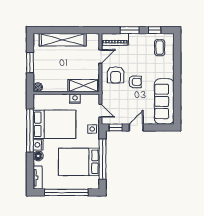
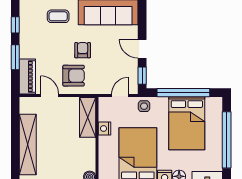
coffee table: (160, 48) -> (58, 16), moved

